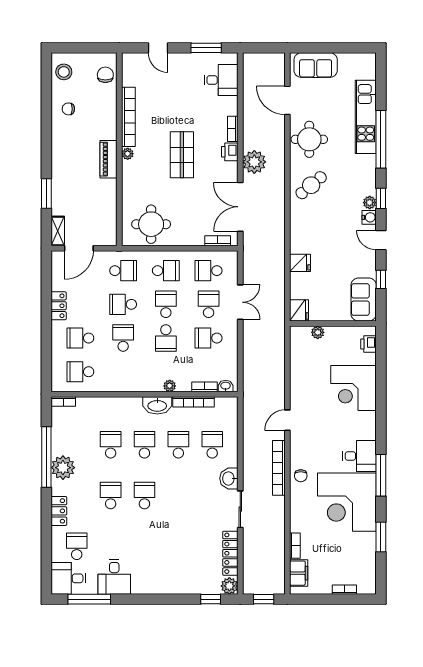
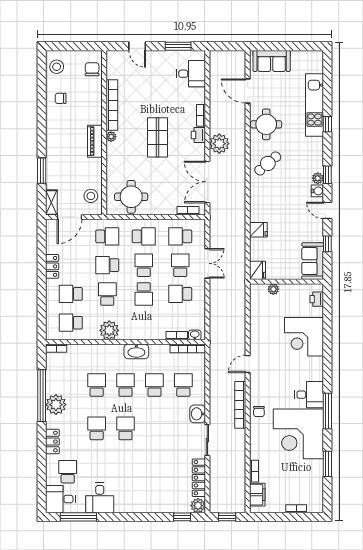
window: (381, 139) -> (327, 124), width x0.32
stool: (104, 223) -> (91, 196), added
plant: (170, 386) -> (109, 330), moved, width x1.88, depth x1.88
bookcase: (193, 402) -> (188, 348), moved

